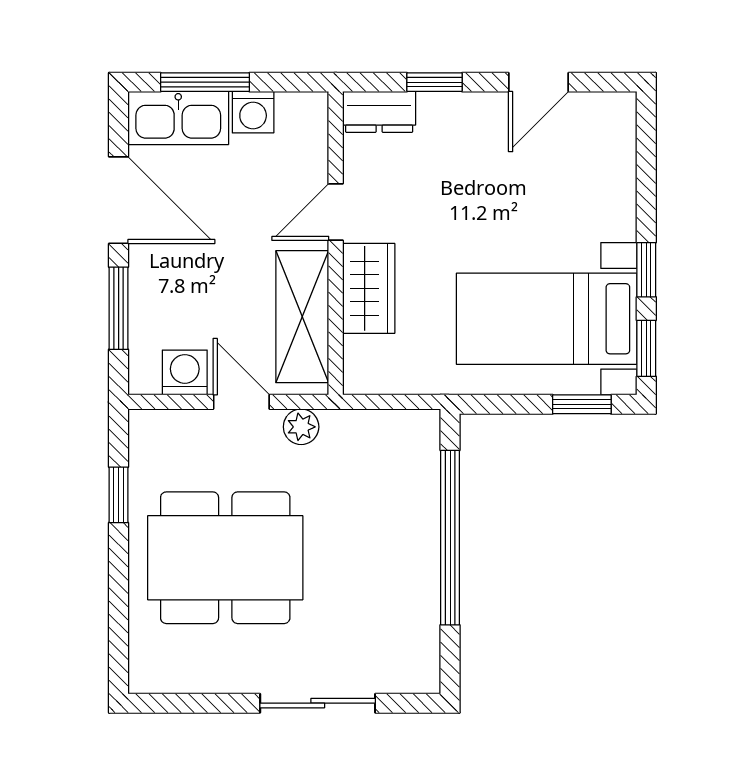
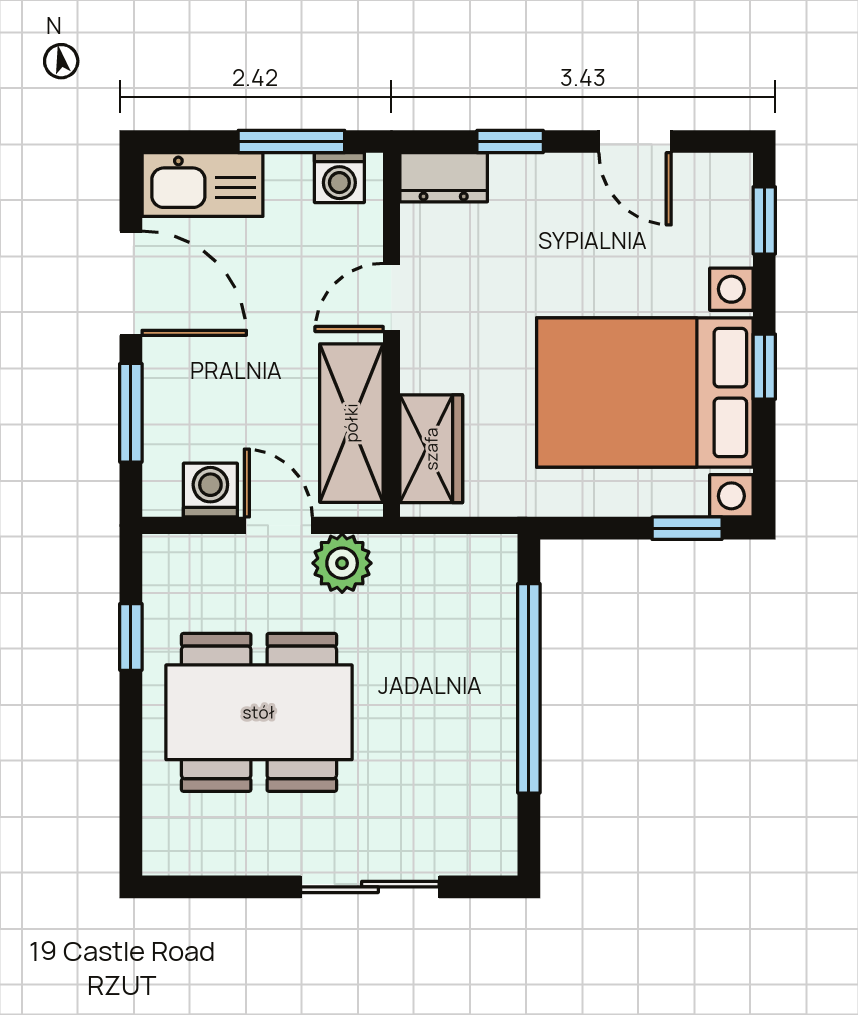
window: (205, 82) -> (291, 141), moved
door: (539, 82) -> (635, 141), hinge flipped
washing machine: (253, 112) -> (339, 178), moved
wardrobe: (369, 288) -> (431, 449), moved
bed with nightstands: (547, 319) -> (645, 393), width x1.36
window: (646, 348) -> (764, 220), moved
plant: (301, 427) -> (342, 563), width x1.38, depth x1.38

